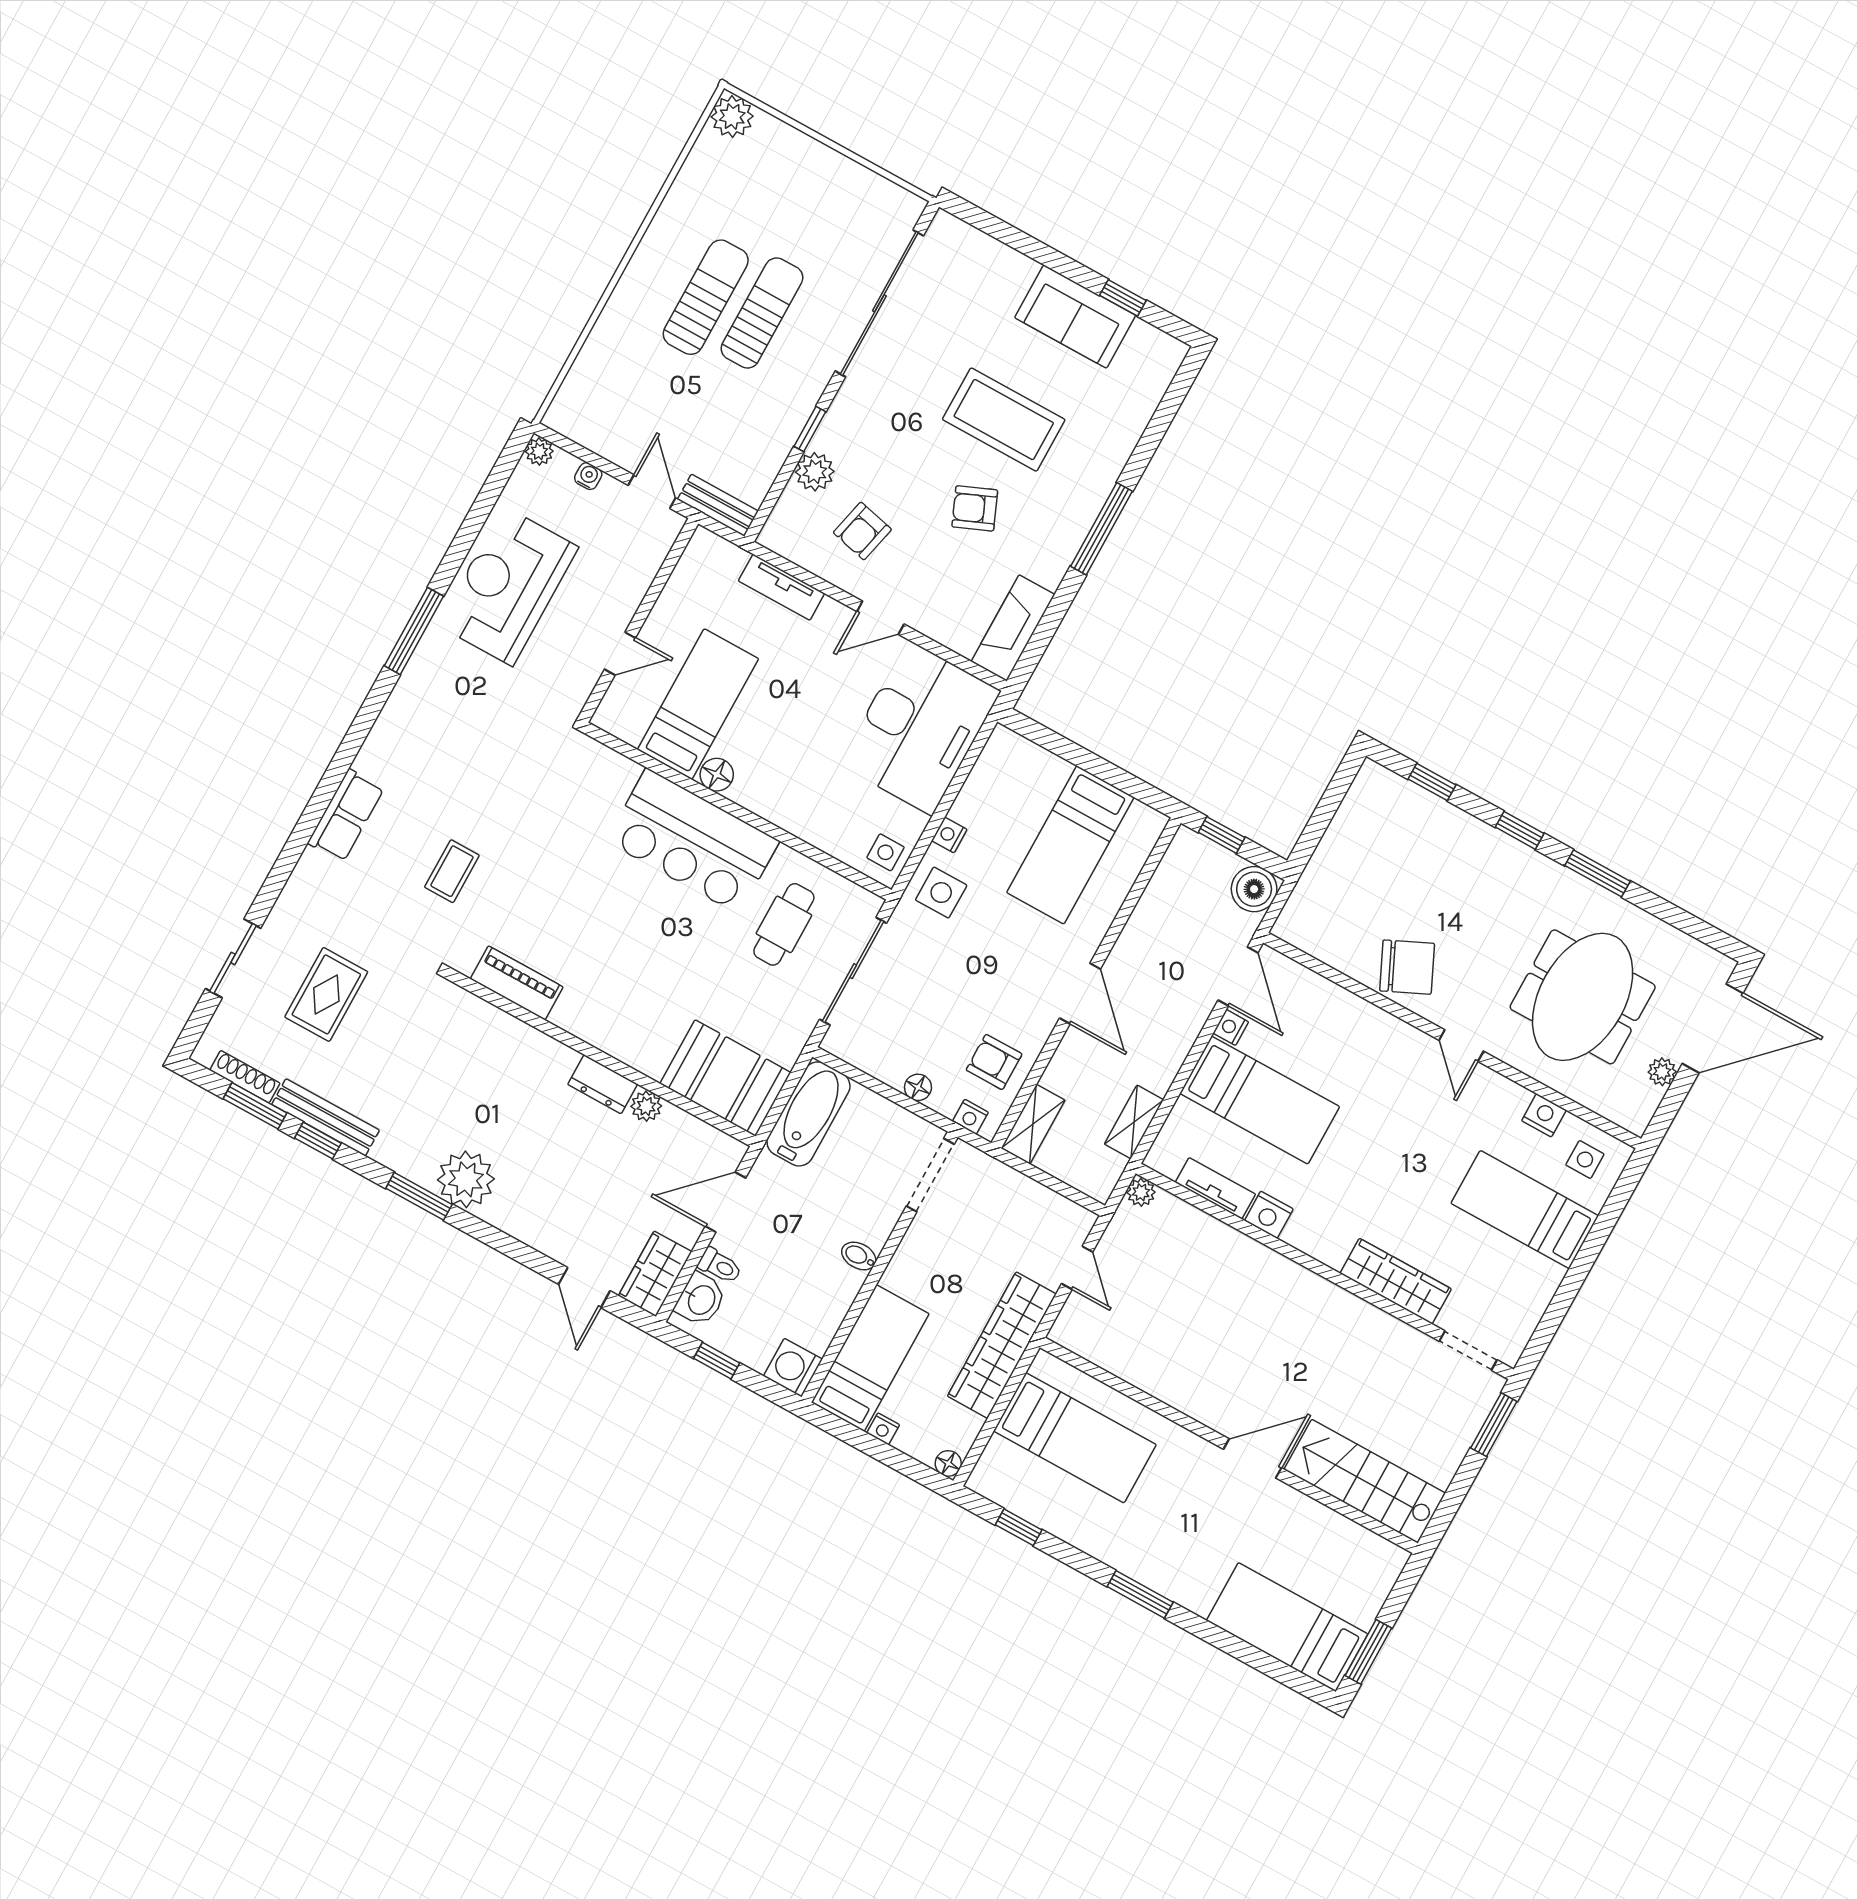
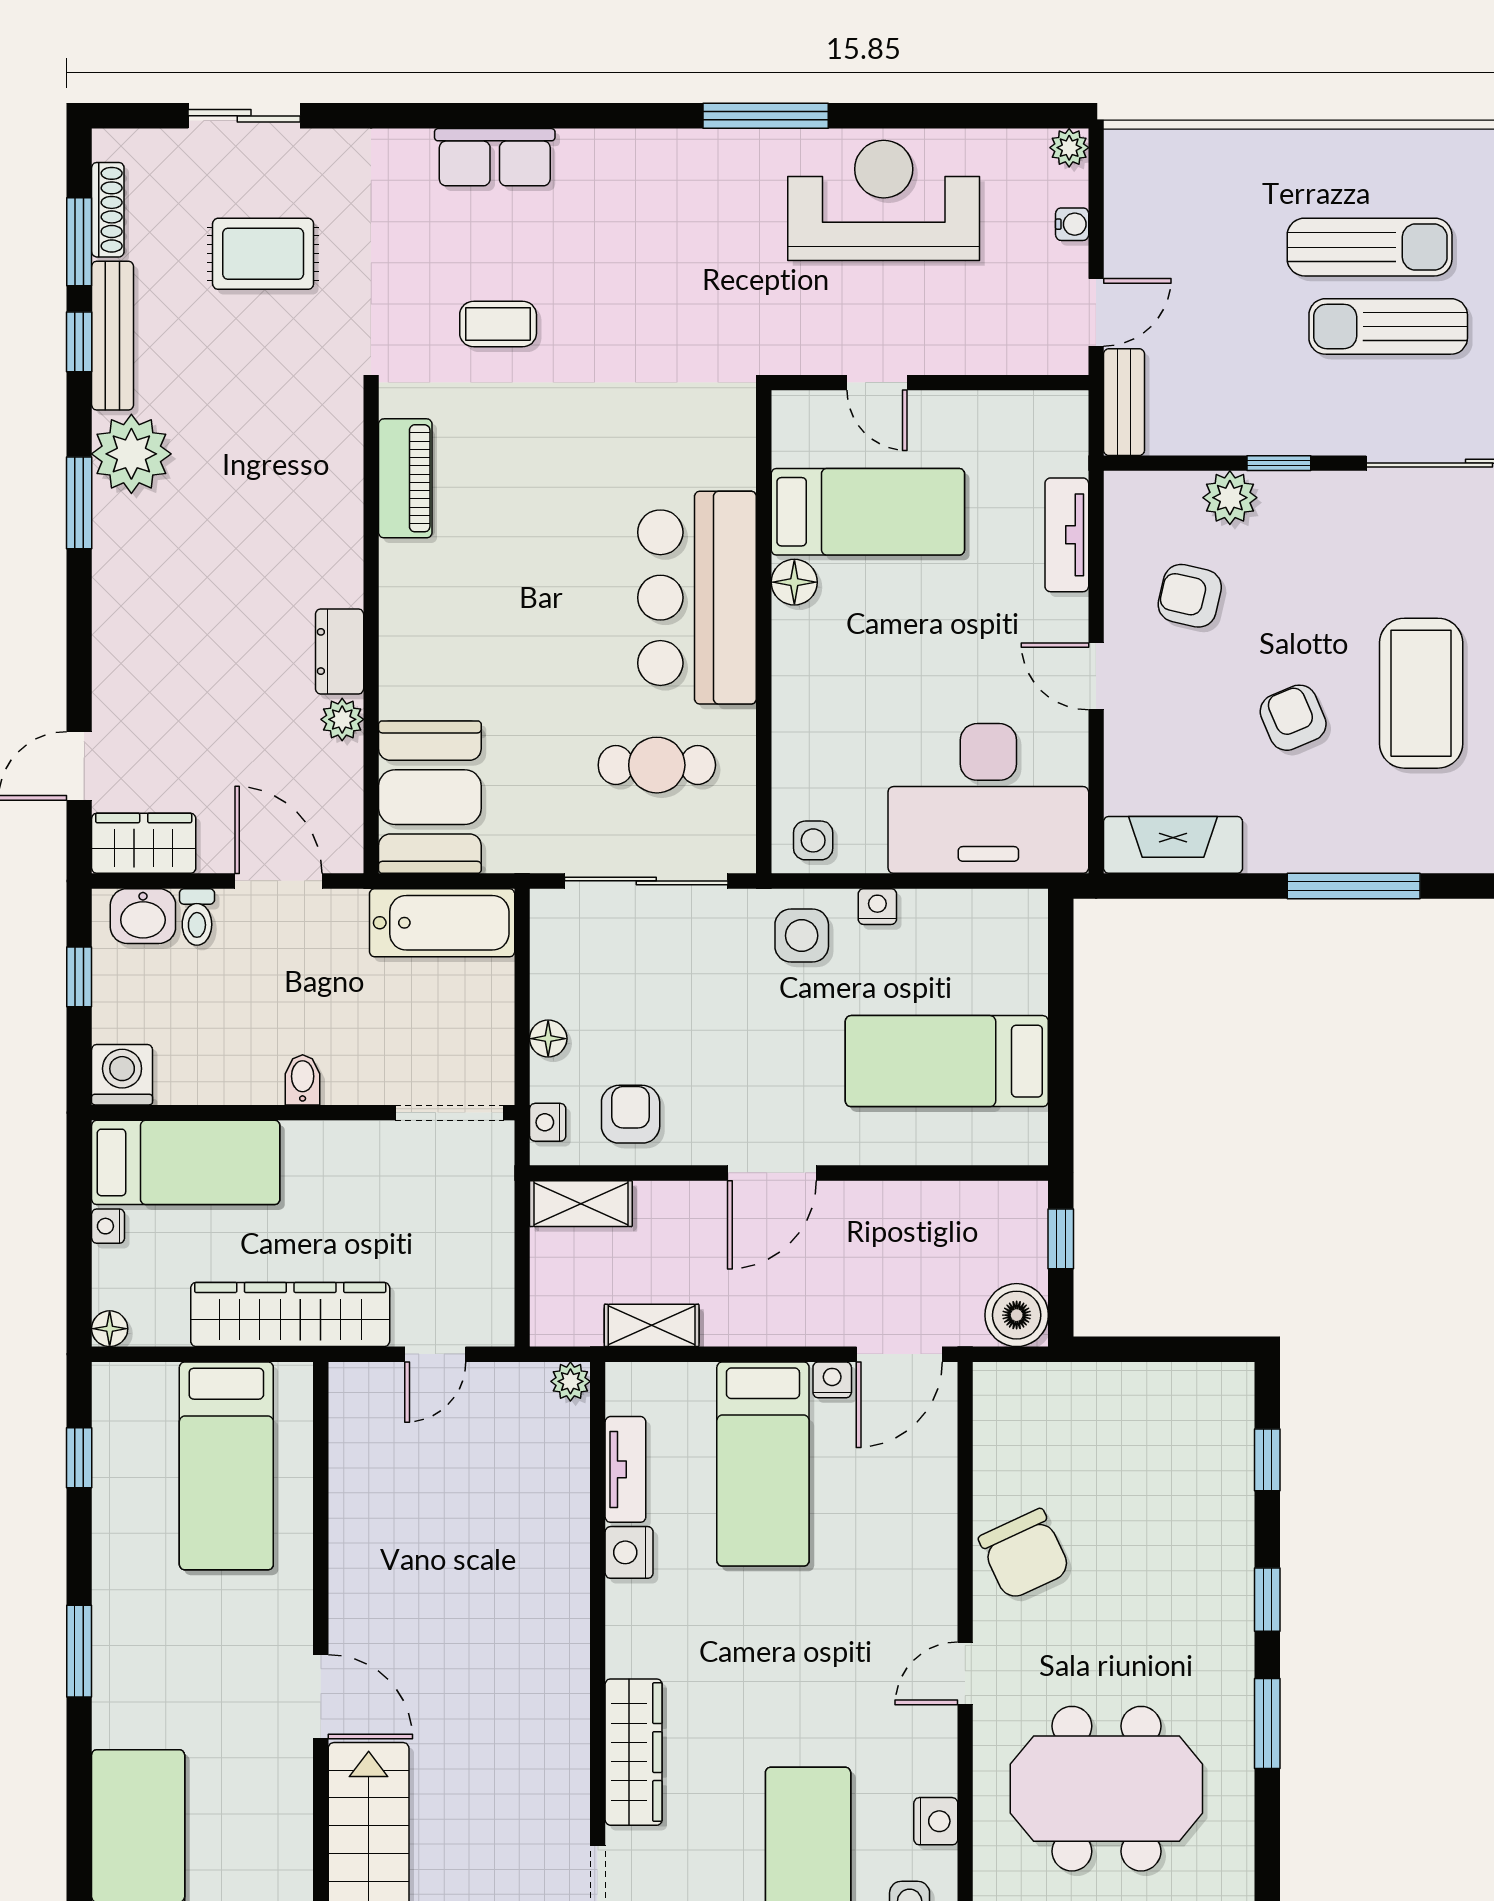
sun lounger: (762, 313) -> (1388, 326), turned 180
plant: (466, 1179) -> (131, 454), moved

